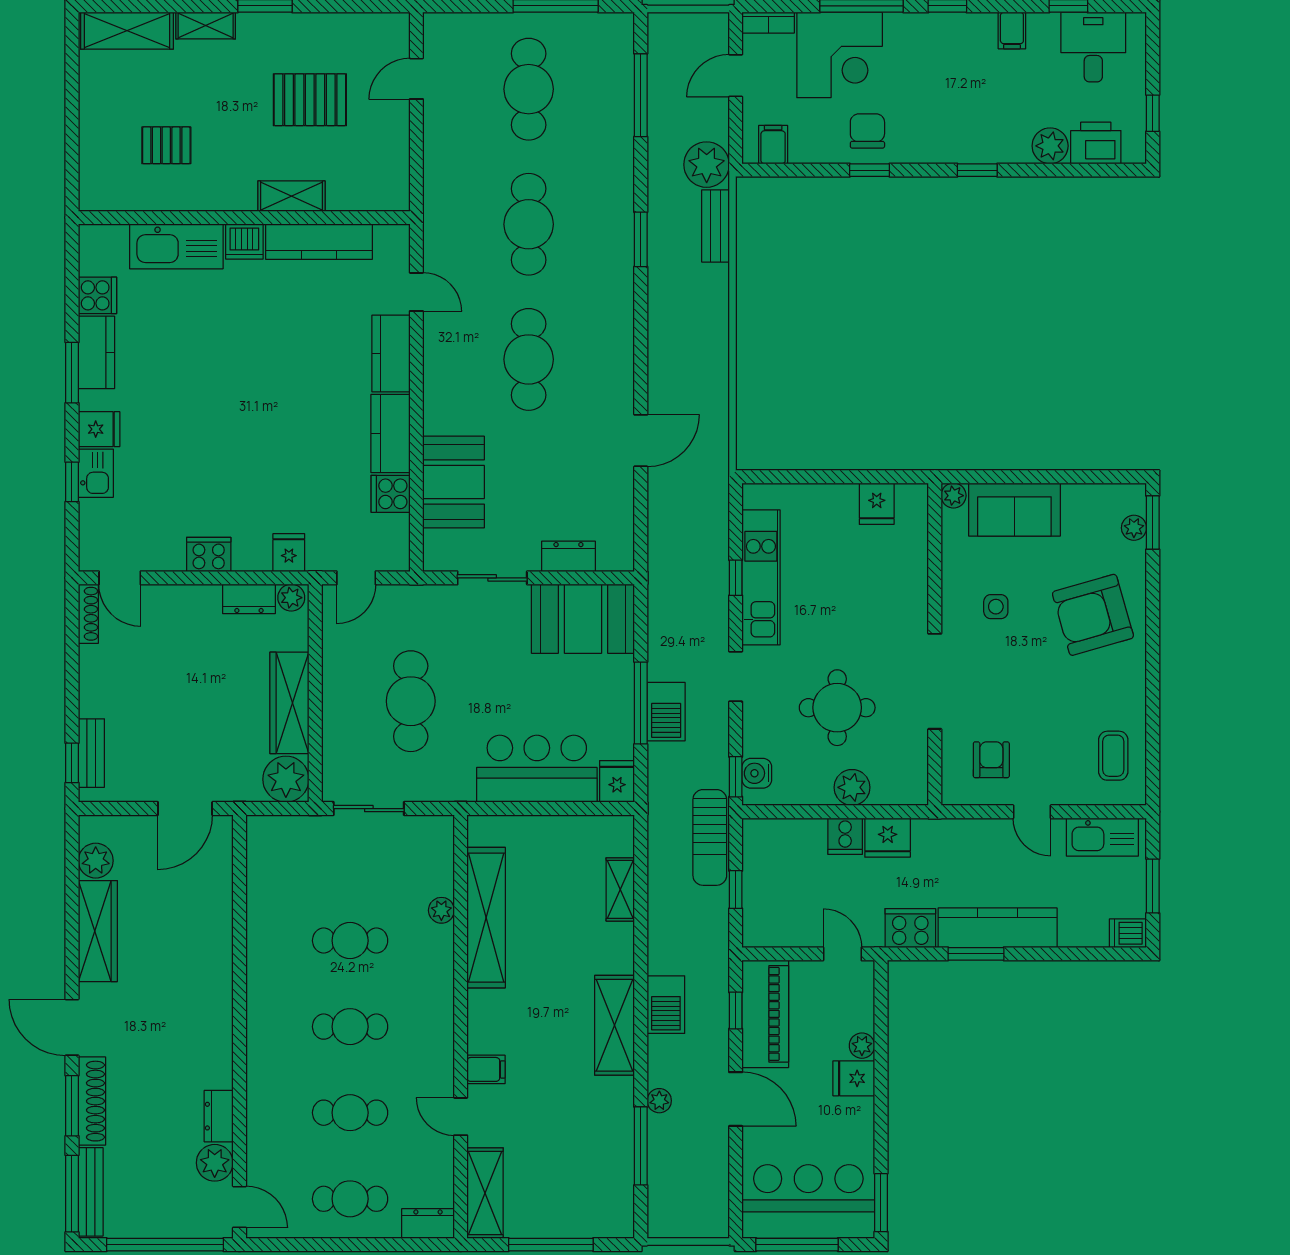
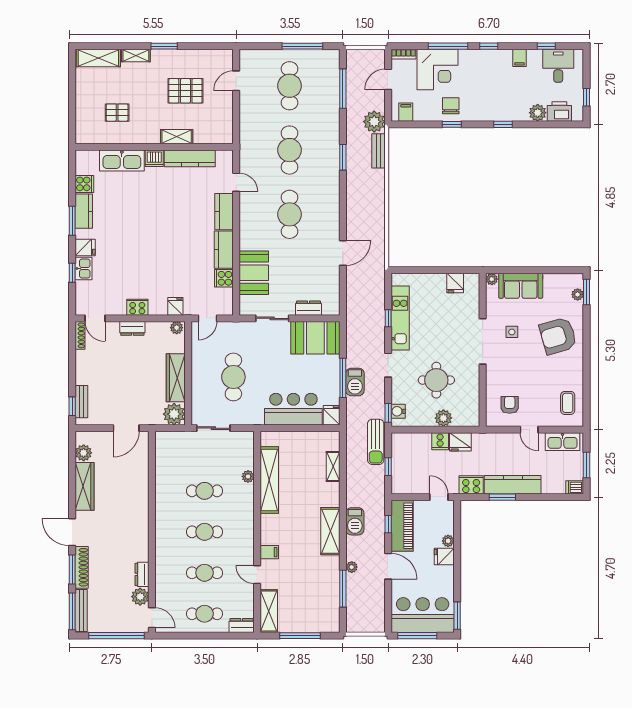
dresser: (249, 599) -> (132, 328), moved
doorway: (935, 681) -> (483, 341), moved

